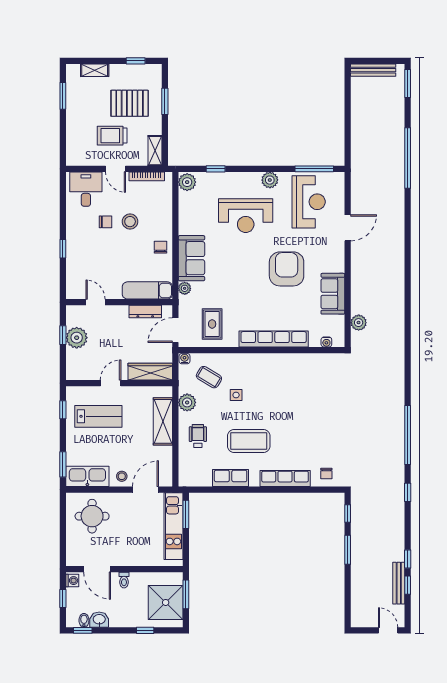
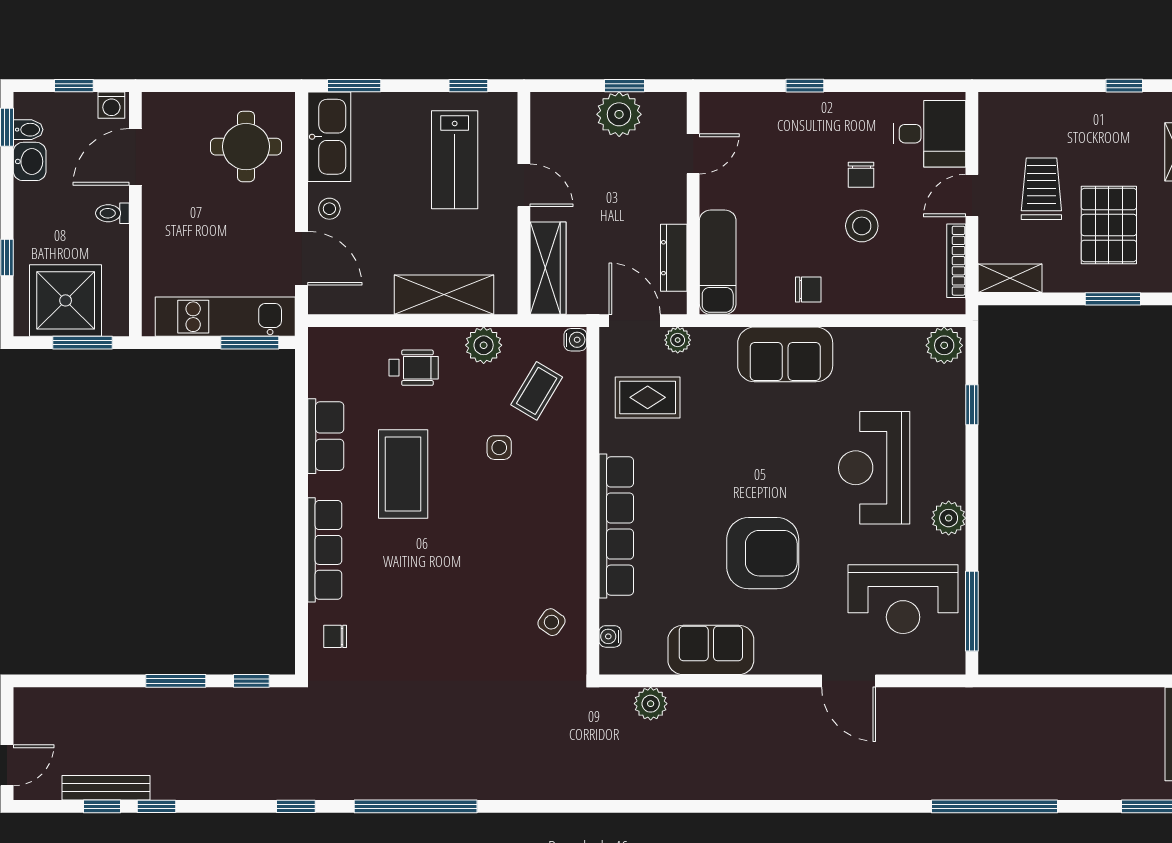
window: (63, 96) -> (1124, 86), width x0.67
plant: (185, 288) -> (678, 340), moved
side table: (320, 370) -> (551, 622), added

